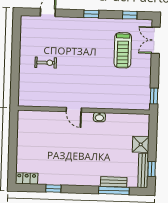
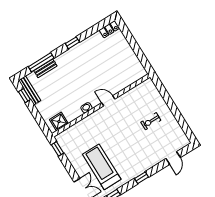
treadmill: (123, 50) -> (102, 167), width x1.37, depth x1.38
shower: (141, 144) -> (59, 122), moved
window: (53, 189) -> (72, 43), moved

